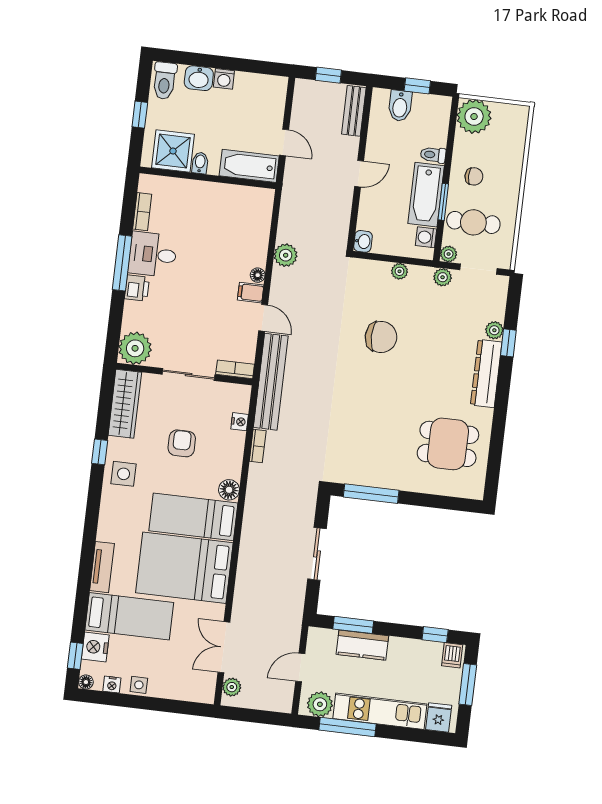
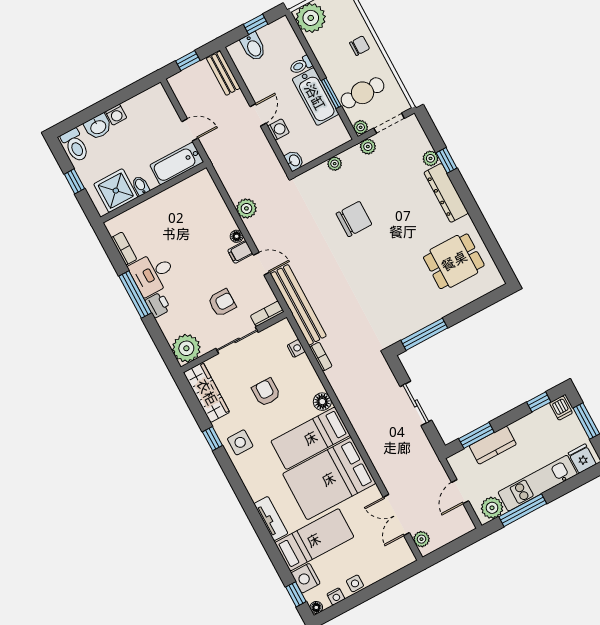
chair: (474, 176) -> (360, 46), moved
washing machine: (426, 237) -> (278, 130), moved, turned 180
armchair: (199, 329) -> (222, 303), added

